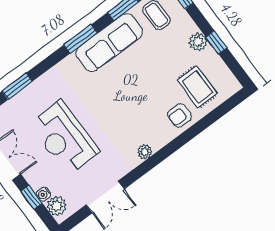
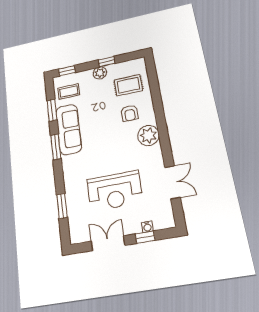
armchair: (180, 115) -> (130, 113), moved
plant: (145, 152) -> (148, 135), width x1.88, depth x1.88
plant: (57, 206) -> (161, 221), removed

